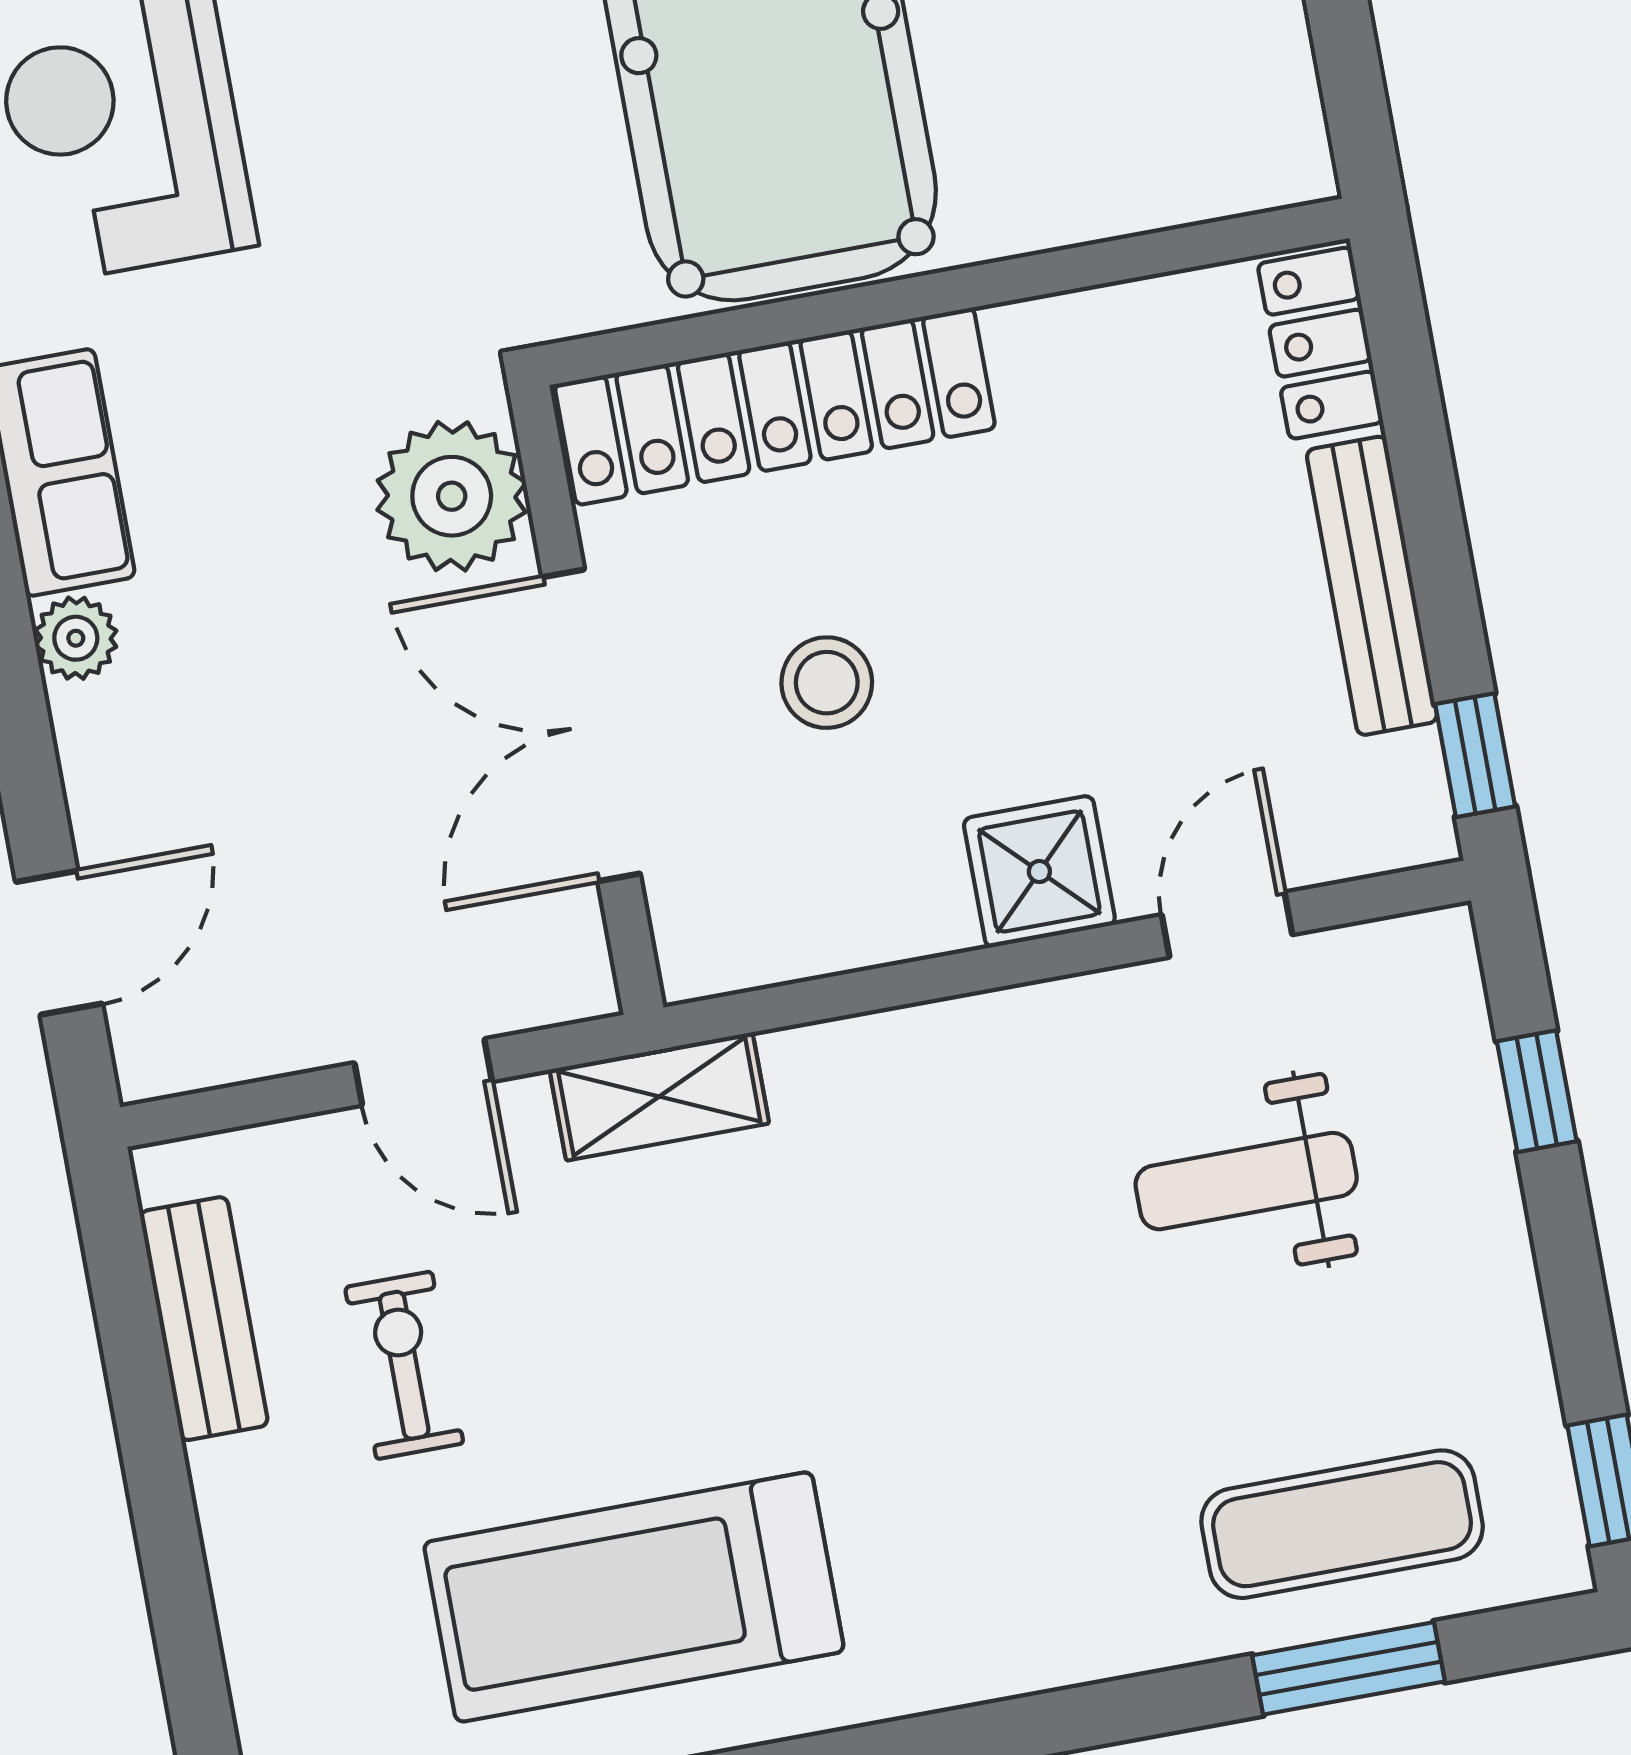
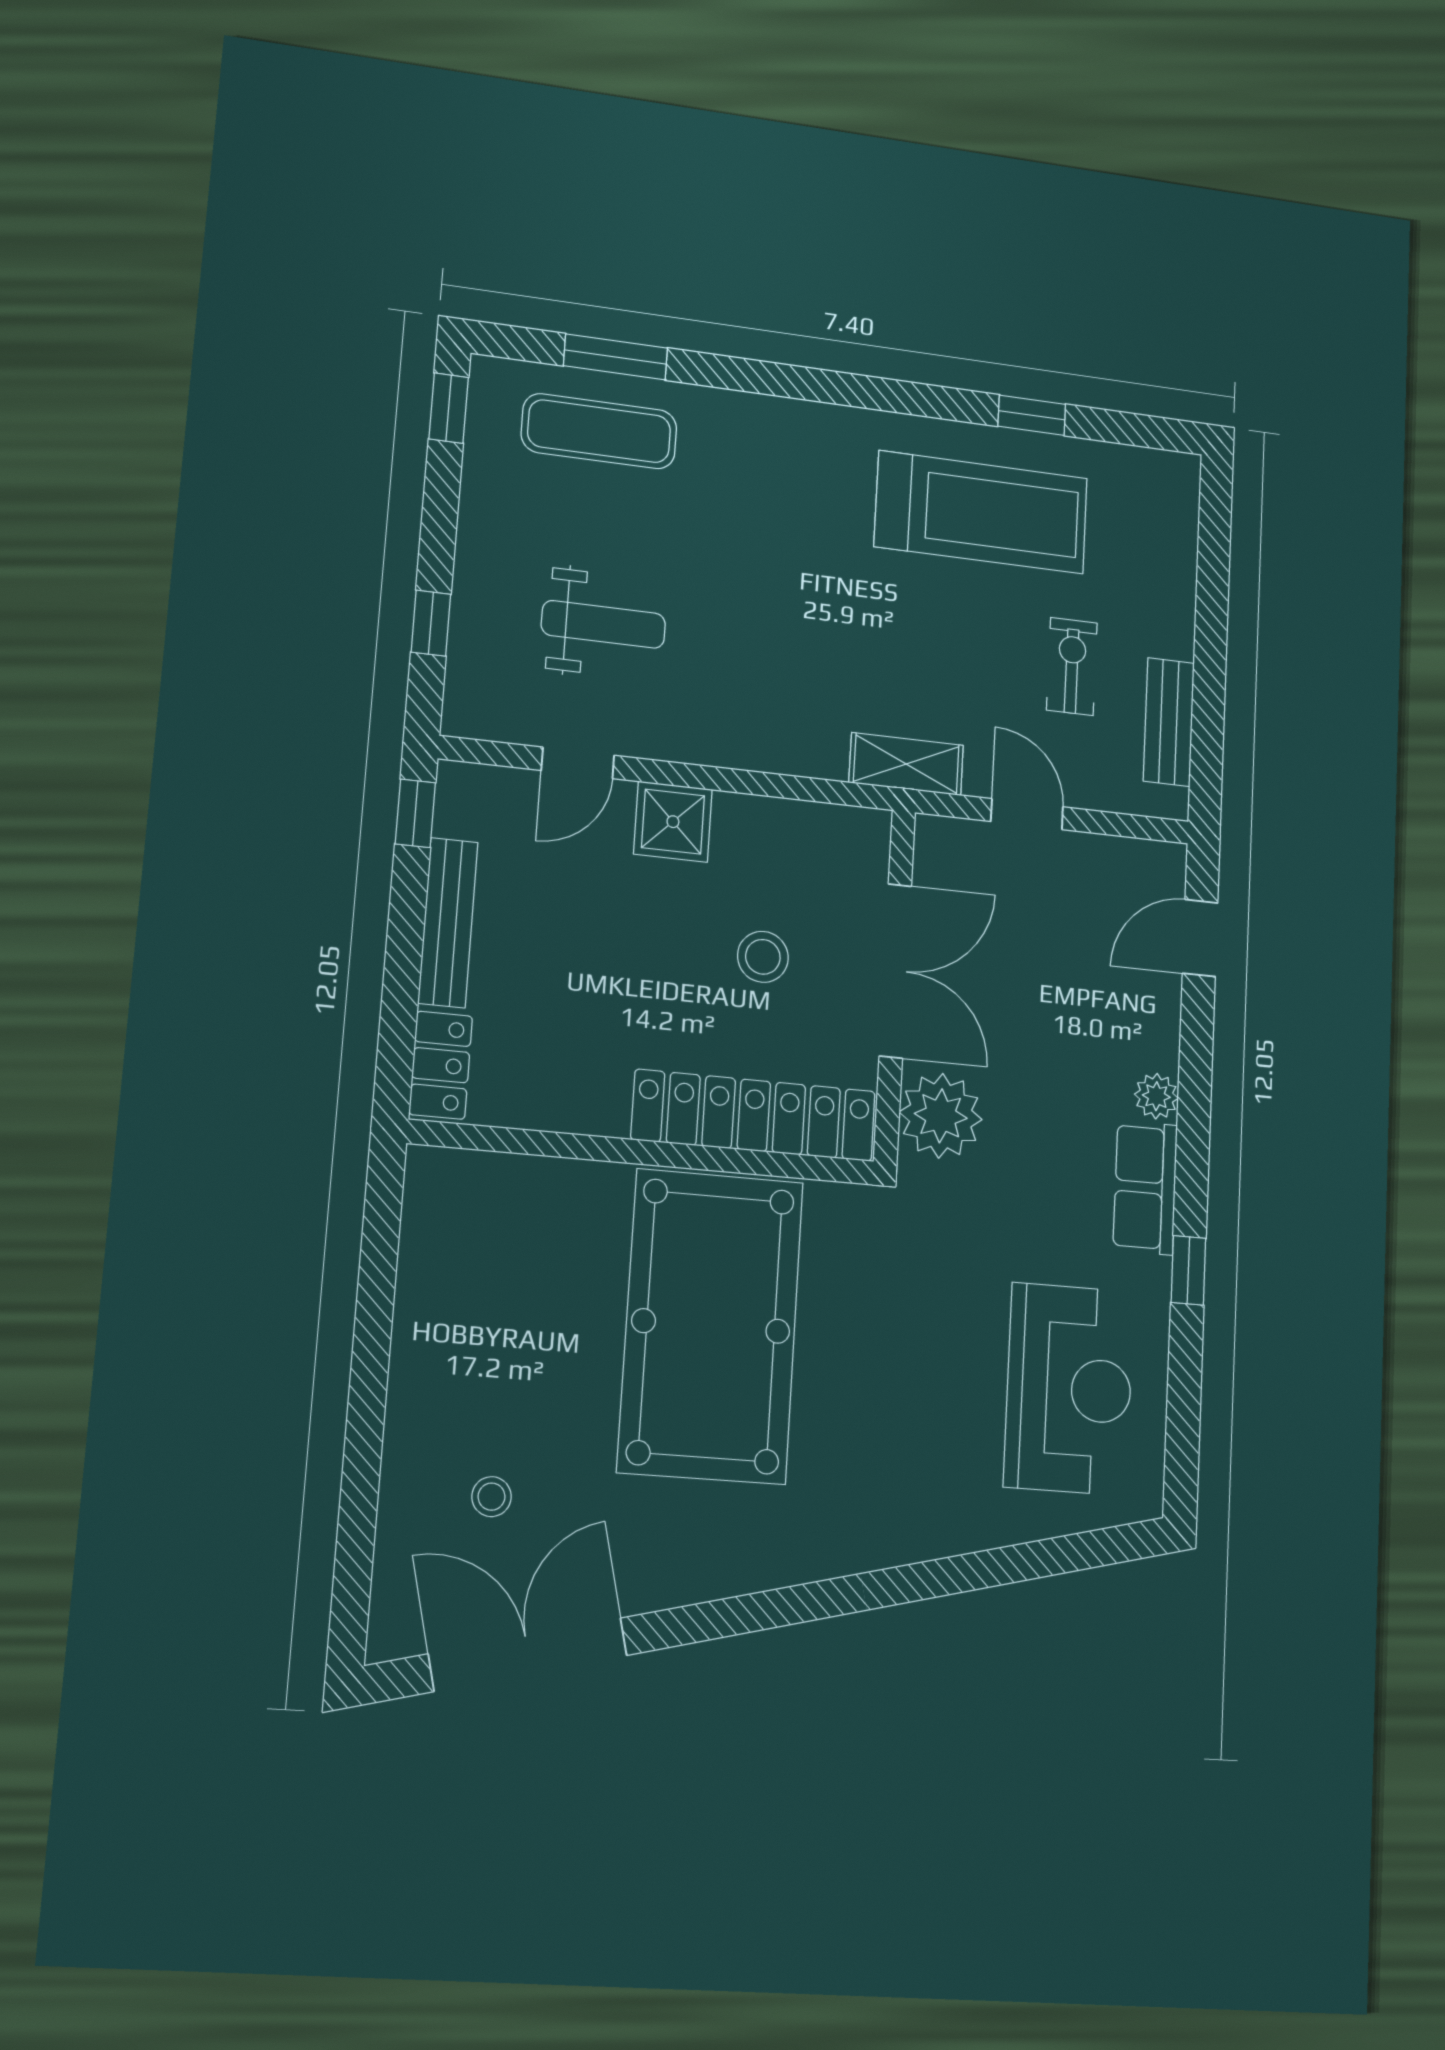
exercise bike: (404, 1365) -> (1072, 666), turned 180

